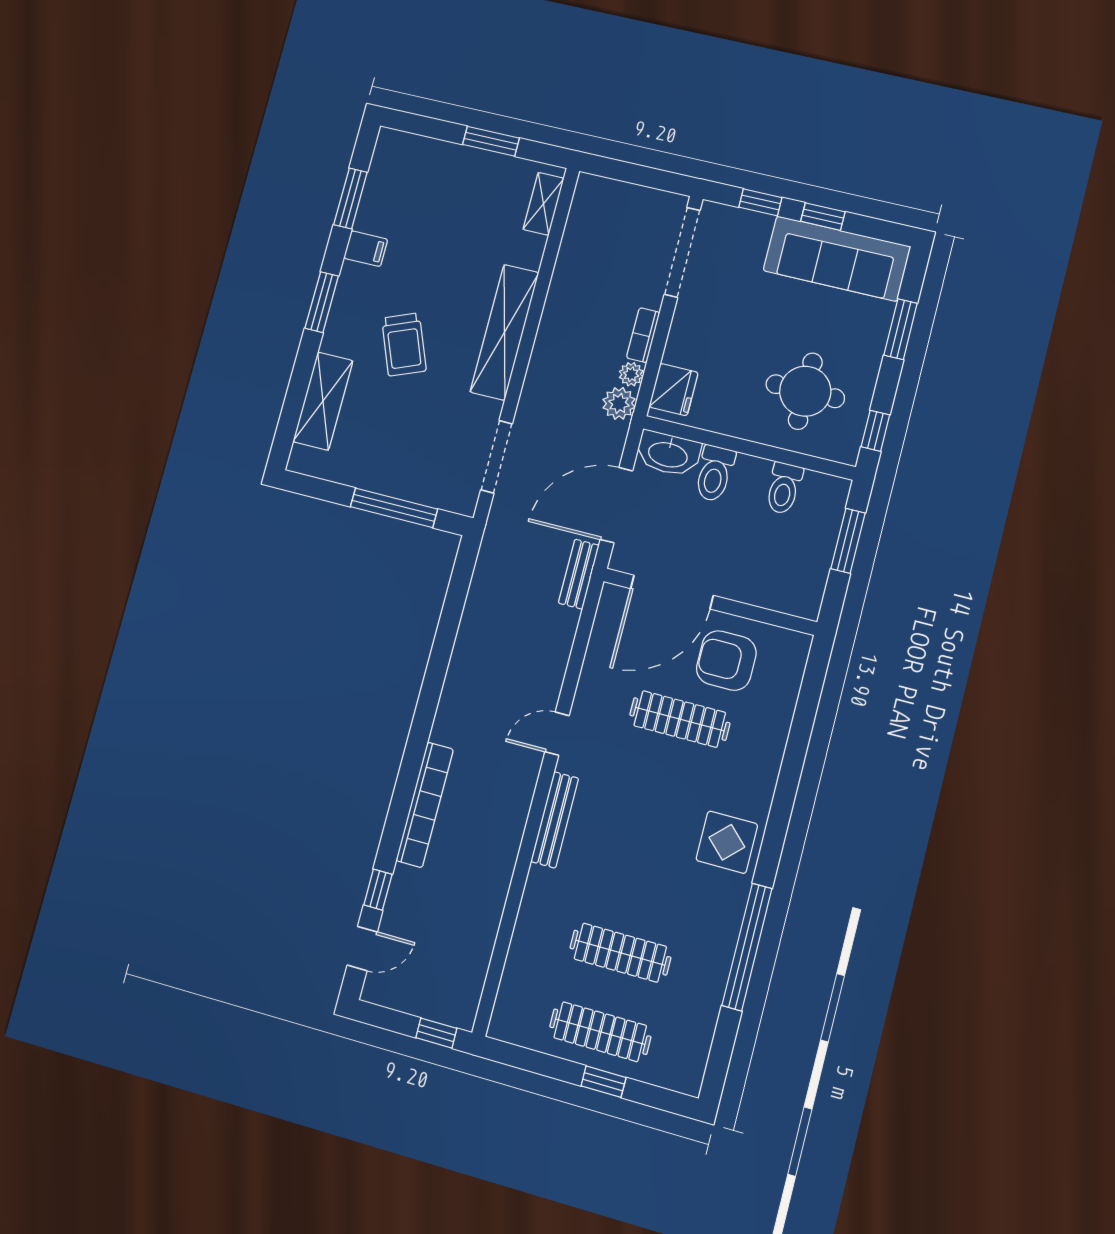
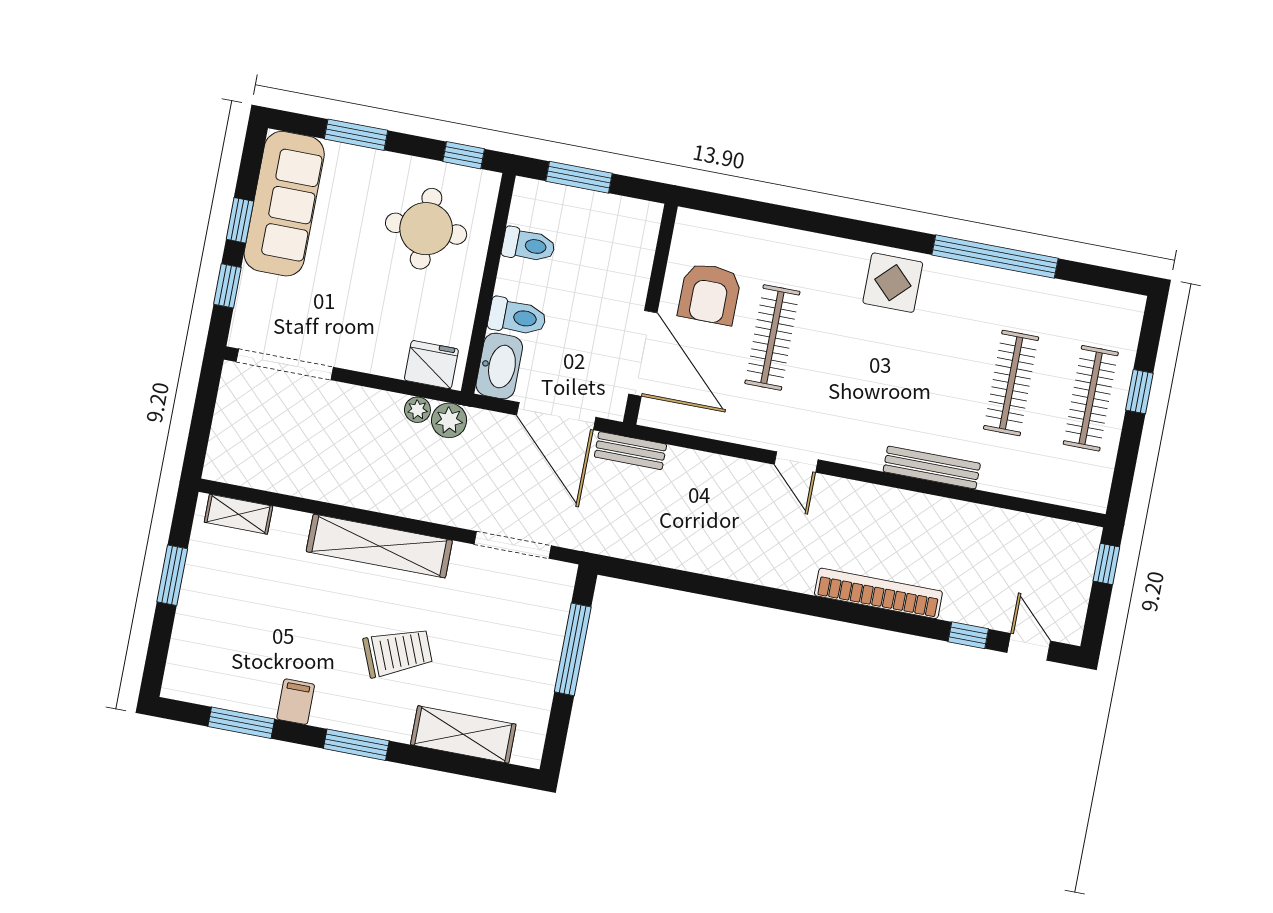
bookcase: (643, 335) -> (375, 400), removed
bench: (555, 820) -> (932, 467), moved

